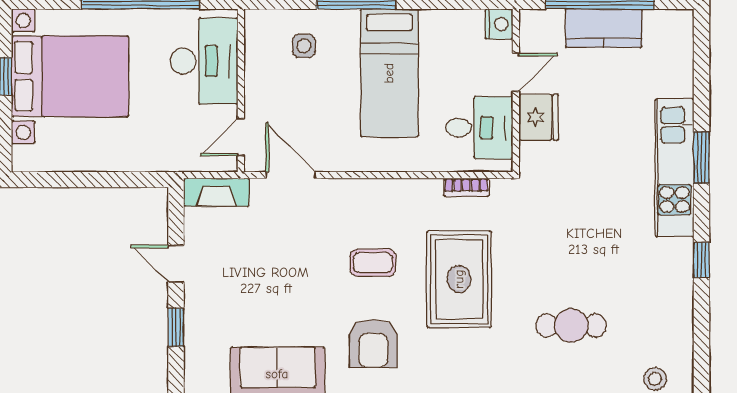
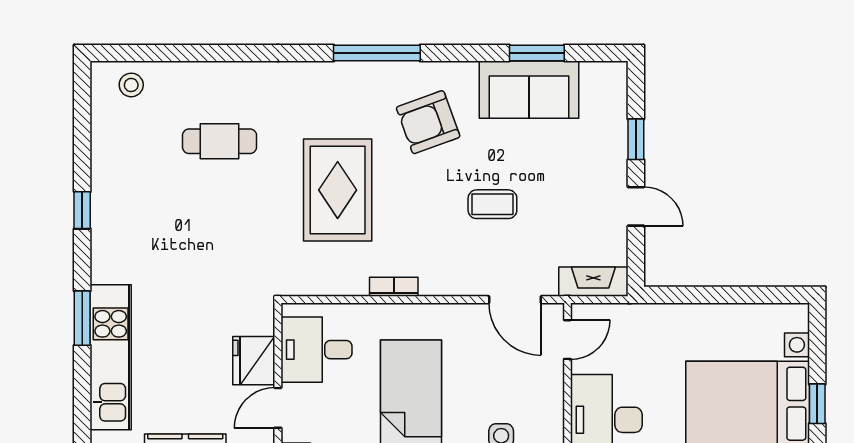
kitchen unit: (675, 168) -> (111, 357), moved
bookcase: (466, 187) -> (394, 287), moved
coffee table: (373, 263) -> (492, 204), moved
armchair: (373, 344) -> (428, 122), turned -110

